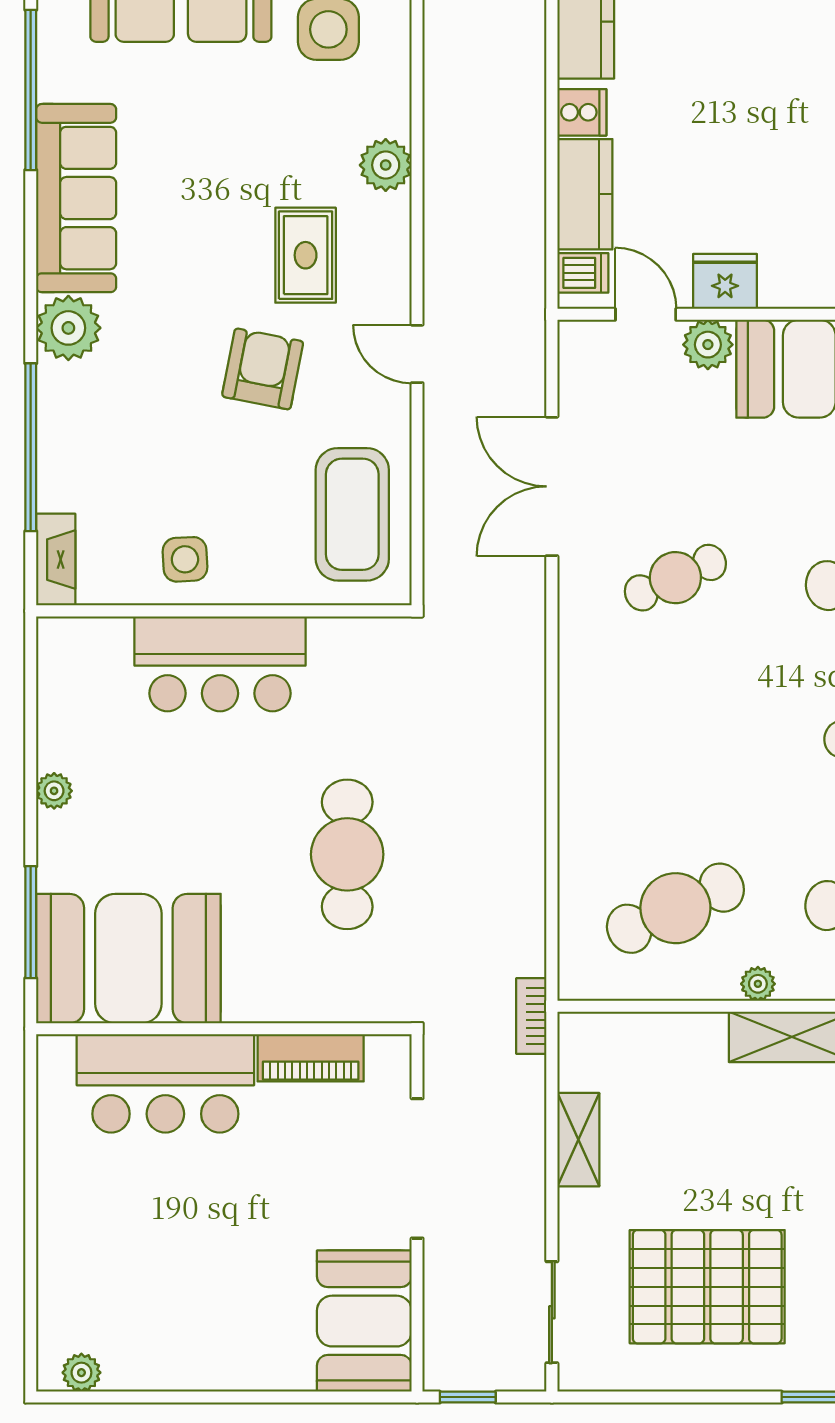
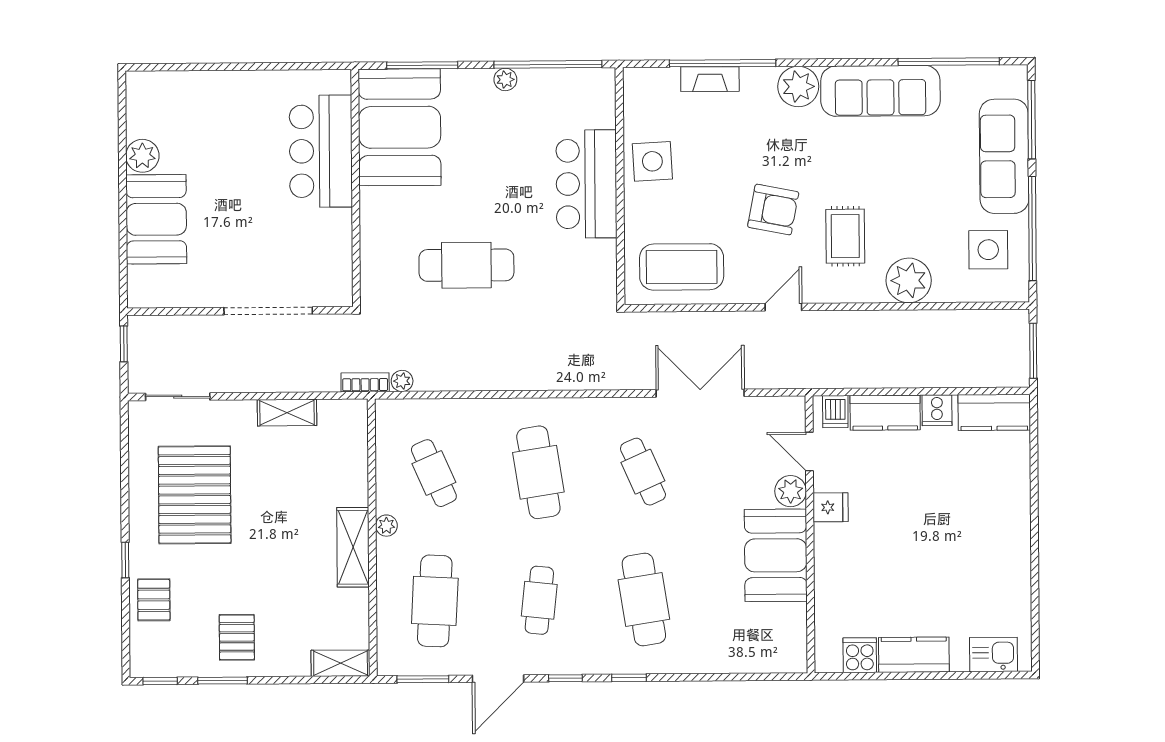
plant: (386, 165) -> (909, 280), width x1.36, depth x1.36
rug: (306, 255) -> (845, 236), turned 90
fridge: (725, 281) -> (831, 507), width x0.72
door: (646, 314) -> (809, 452), swing flipped
side table: (185, 559) -> (652, 161), width x1.37, depth x1.37
fireplace: (56, 560) -> (710, 79), moved
window: (31, 724) -> (548, 64), added
cafe table: (675, 743) -> (538, 472), added
cafe table: (675, 908) -> (434, 473), width x0.73, depth x0.74
plant: (529, 958) -> (402, 381), added
piano: (311, 1058) -> (338, 243), removed
booth: (364, 1321) -> (156, 219), moved, turned 90
plant: (81, 1373) -> (142, 156), moved, width x1.38, depth x1.38

